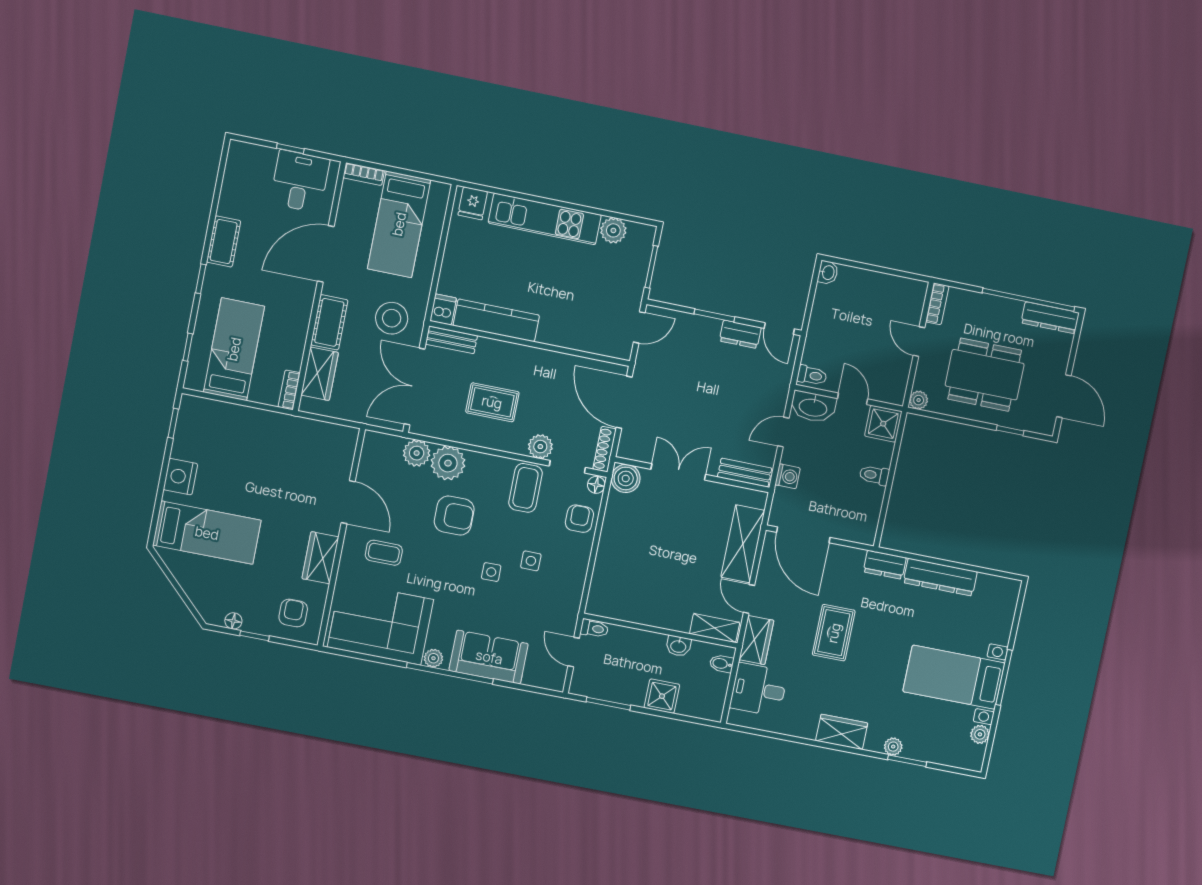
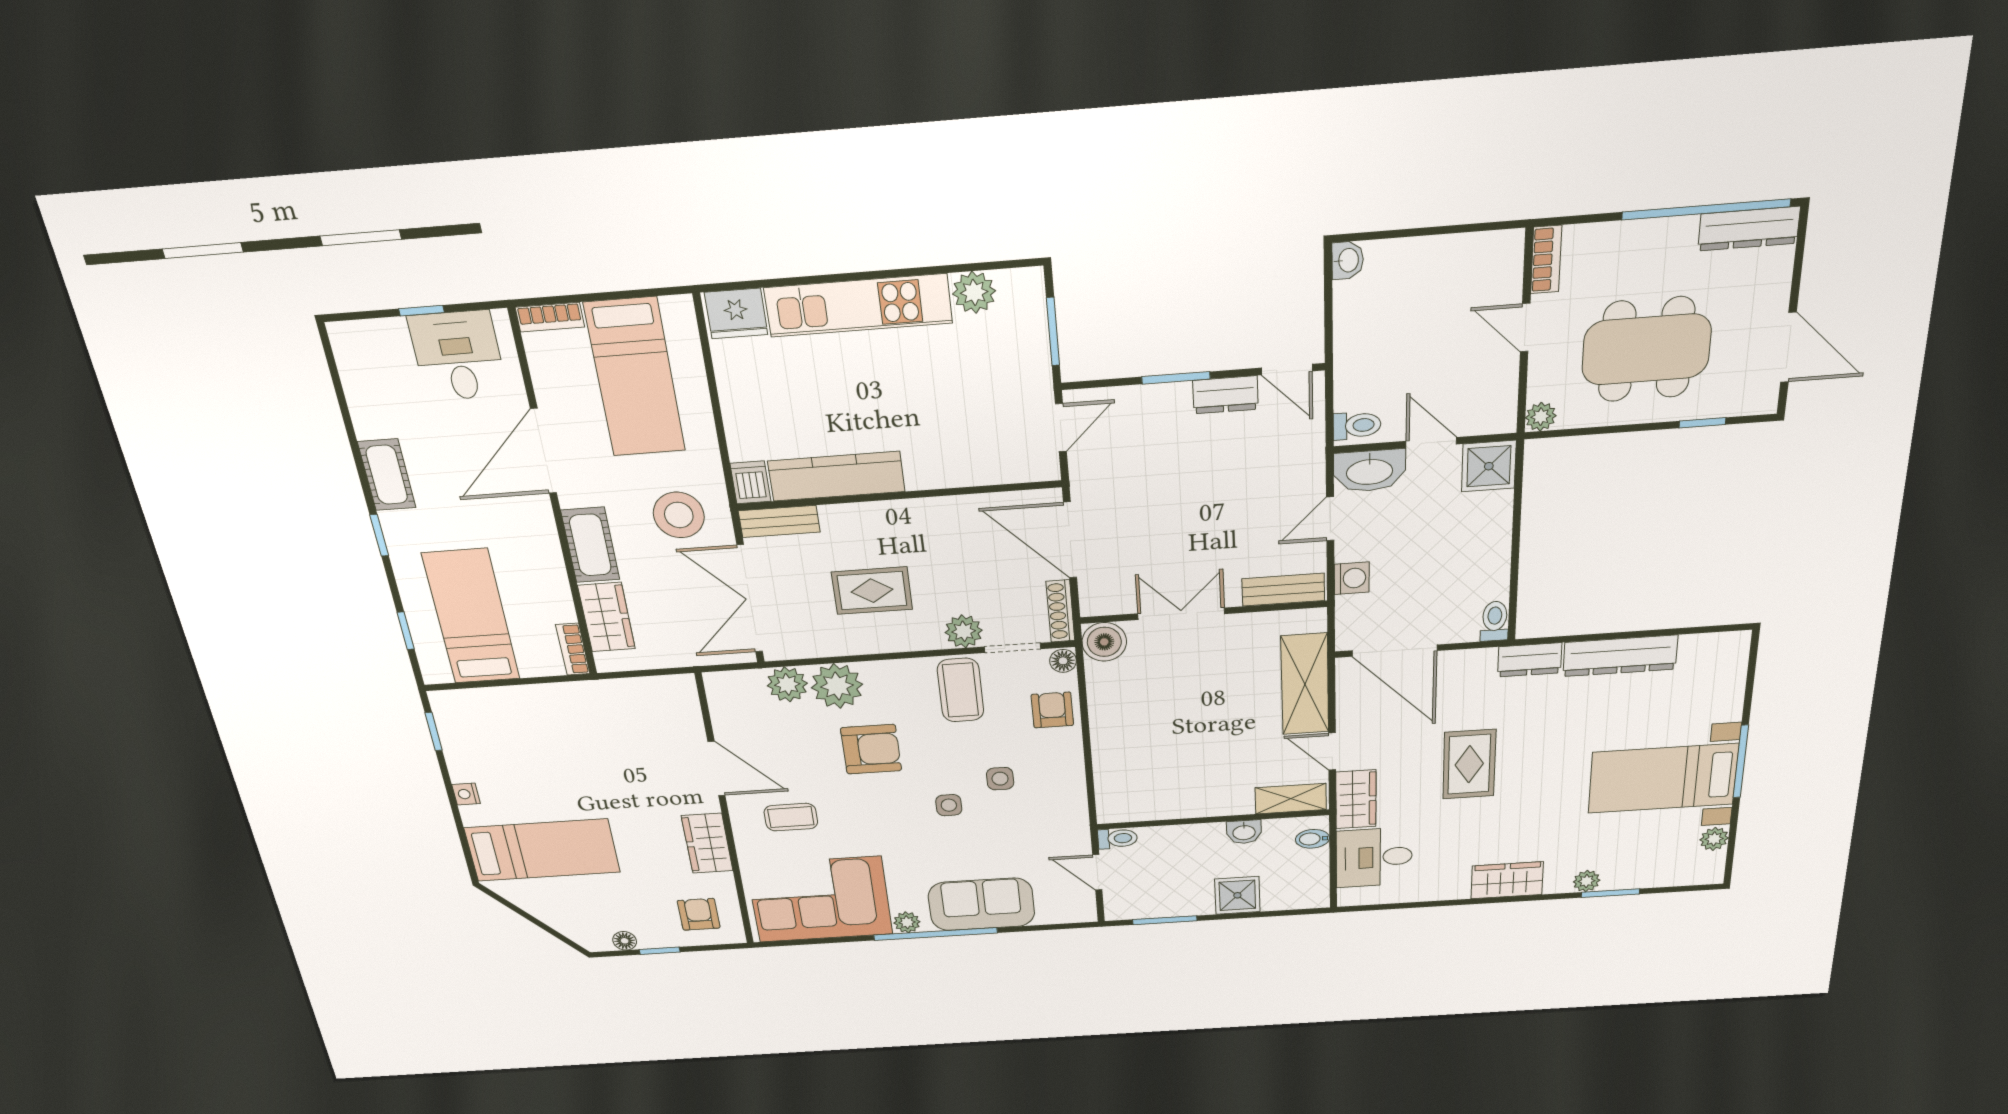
fridge: (473, 203) -> (736, 313), width x1.38
toilet: (874, 475) -> (1495, 621), moved, turned 90
nightstand: (180, 477) -> (466, 794), width x0.53, depth x0.56

